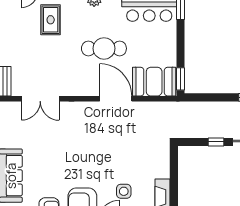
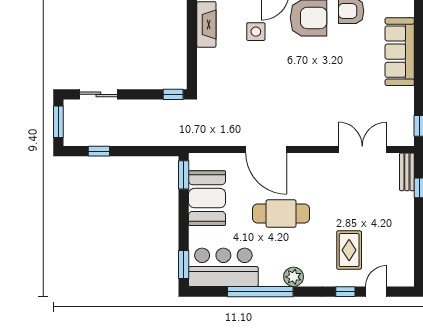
booth: (154, 82) -> (207, 198), moved, turned 90
window: (216, 142) -> (173, 94), moved

